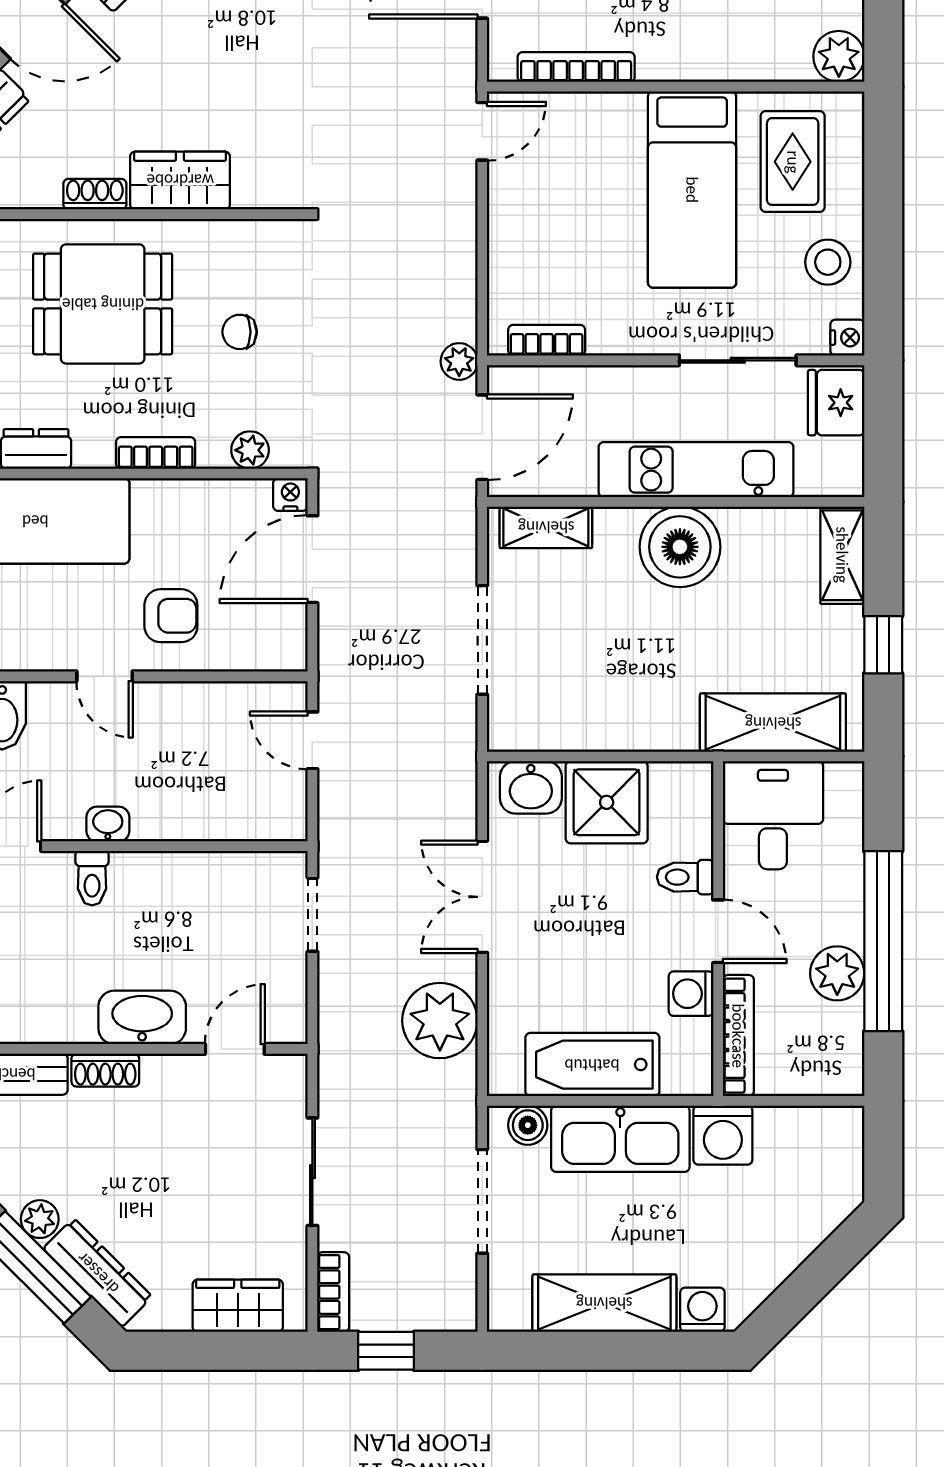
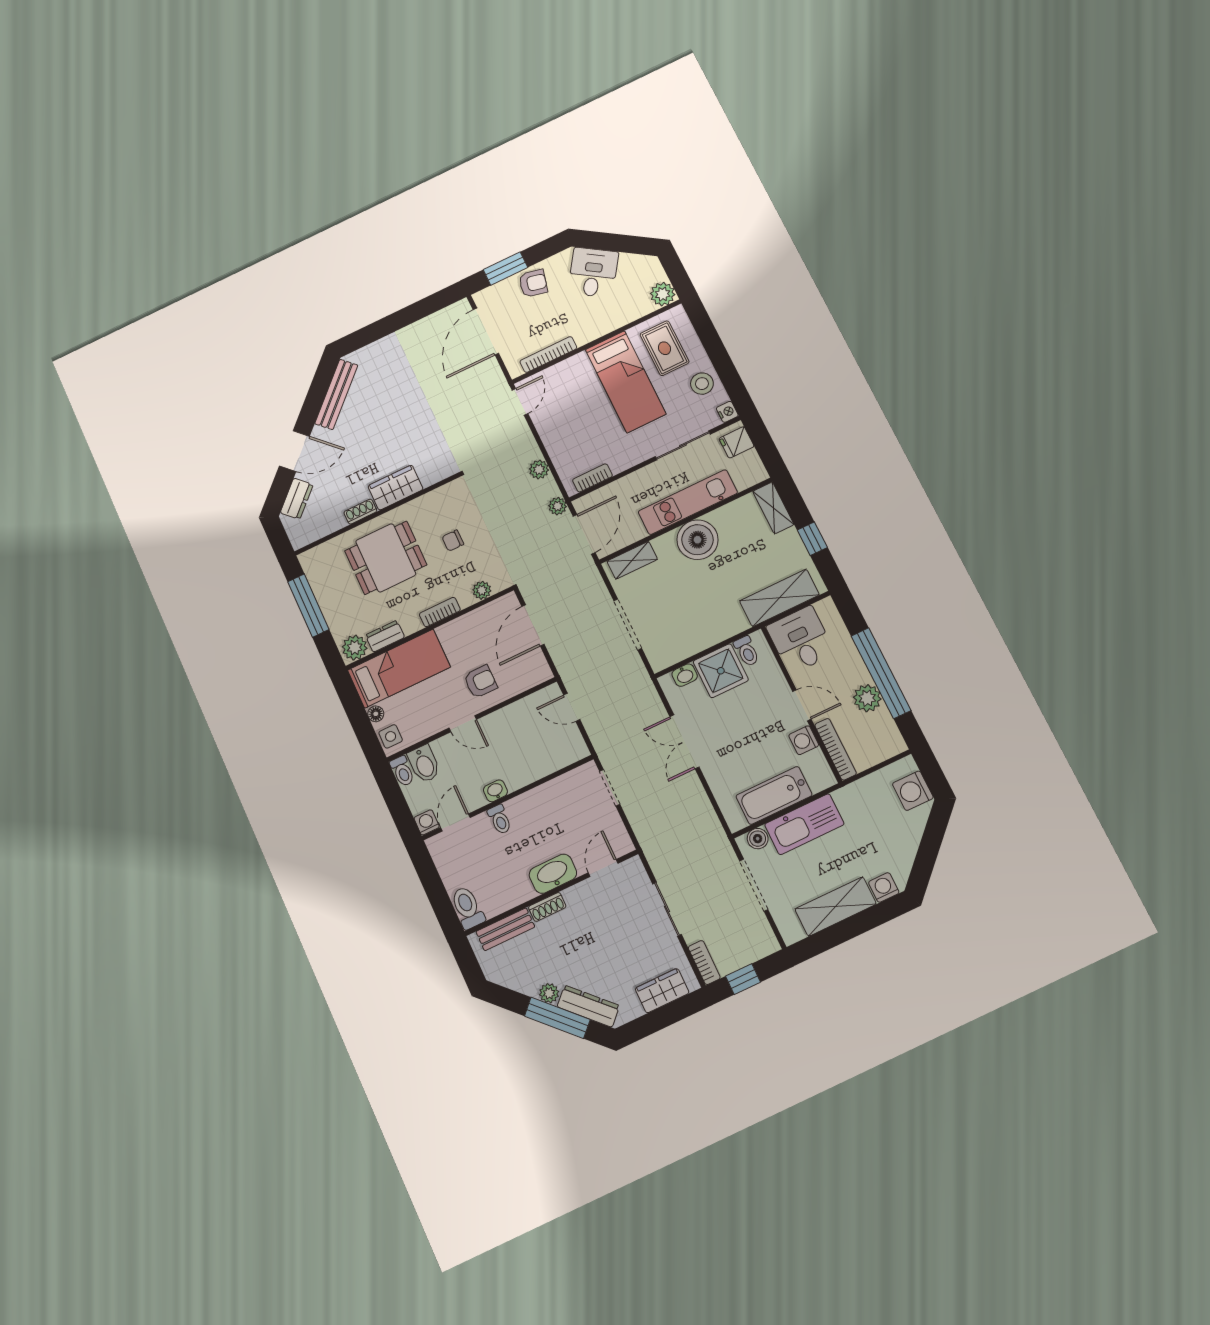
fridge: (836, 403) -> (737, 442), width x0.72
nightstand: (290, 495) -> (509, 601), removed
washbasin: (531, 787) -> (685, 675), width x0.72, depth x0.69
toilet: (685, 877) -> (747, 651), moved, turned -90
plant: (440, 1021) -> (539, 469), moved, width x0.53, depth x0.53
washing machine: (723, 1135) -> (913, 791), moved, turned 90

